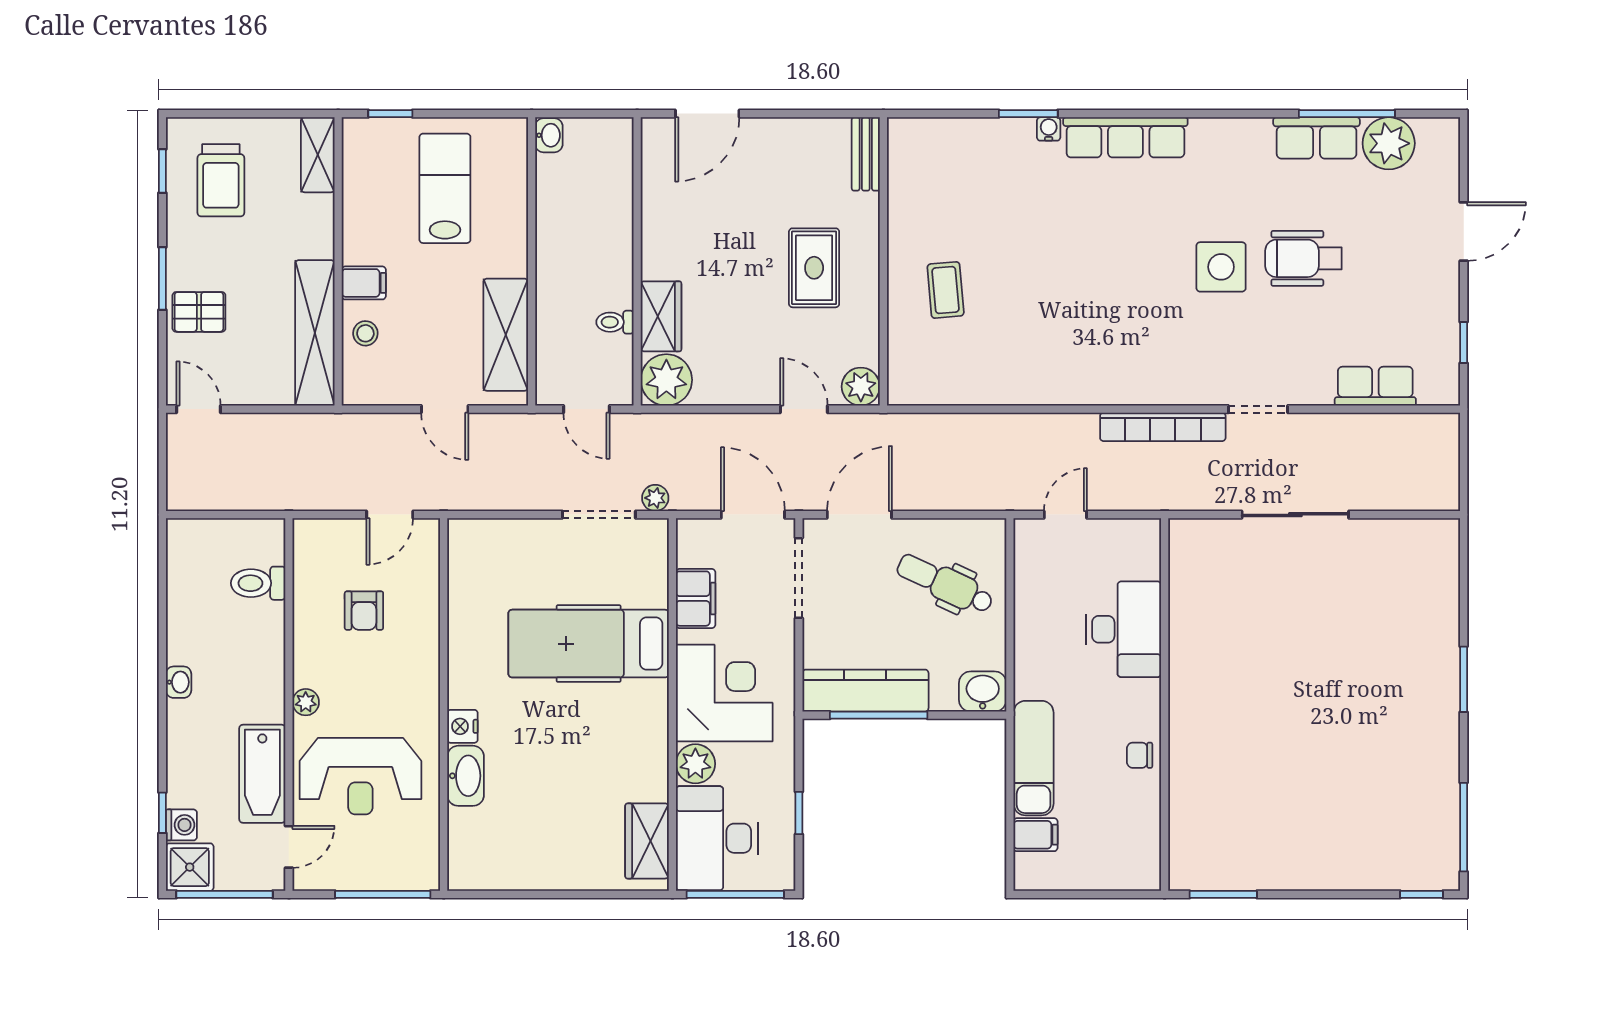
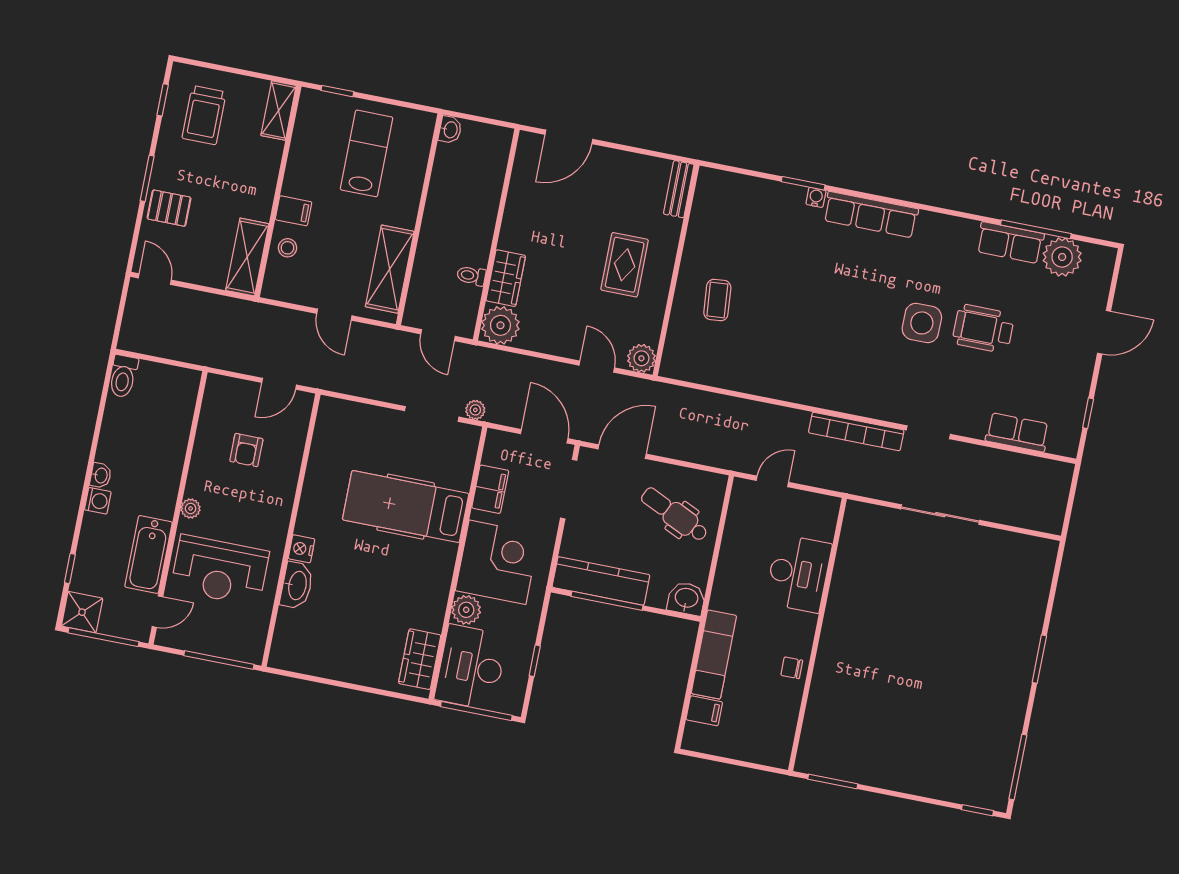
shelving: (315, 333) -> (247, 257), width x0.68
toilet: (258, 583) -> (123, 376), moved, turned -90
washing machine: (181, 825) -> (98, 501), moved

